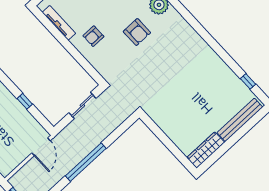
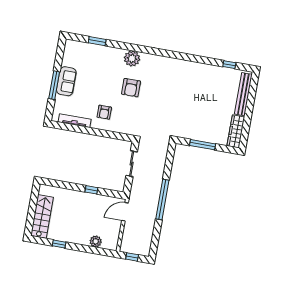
armchair: (137, 32) -> (131, 88), turned 90
window: (164, 139) -> (203, 145), added
door: (41, 147) -> (125, 212), swing flipped

